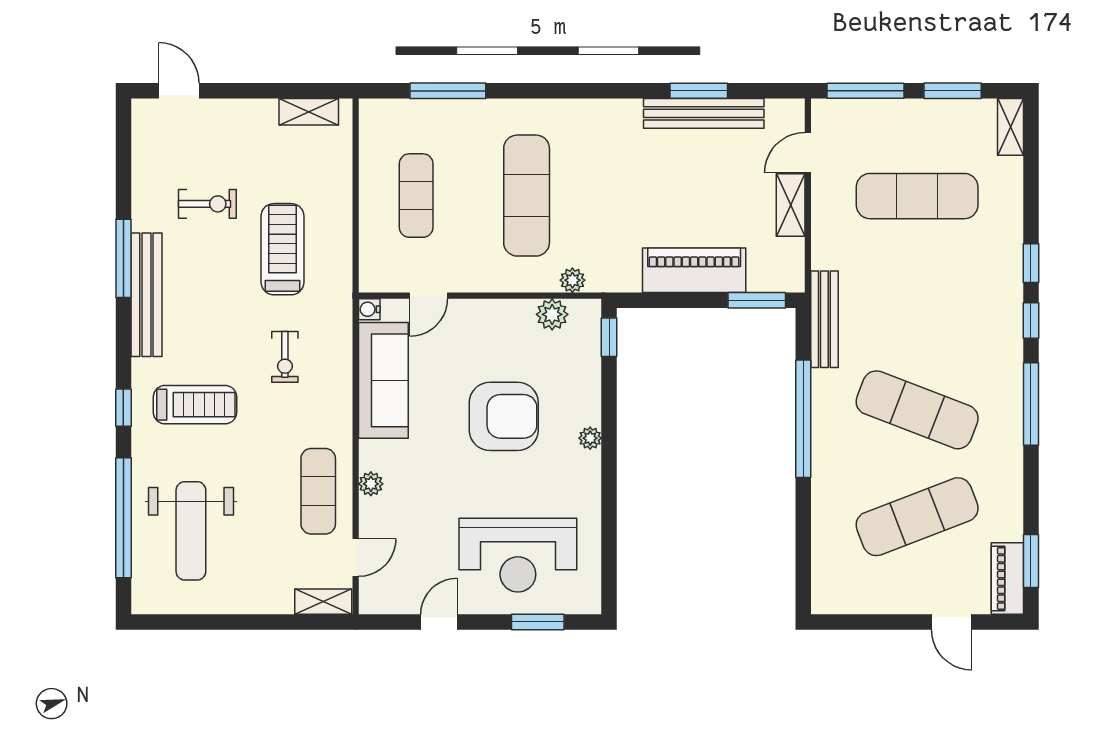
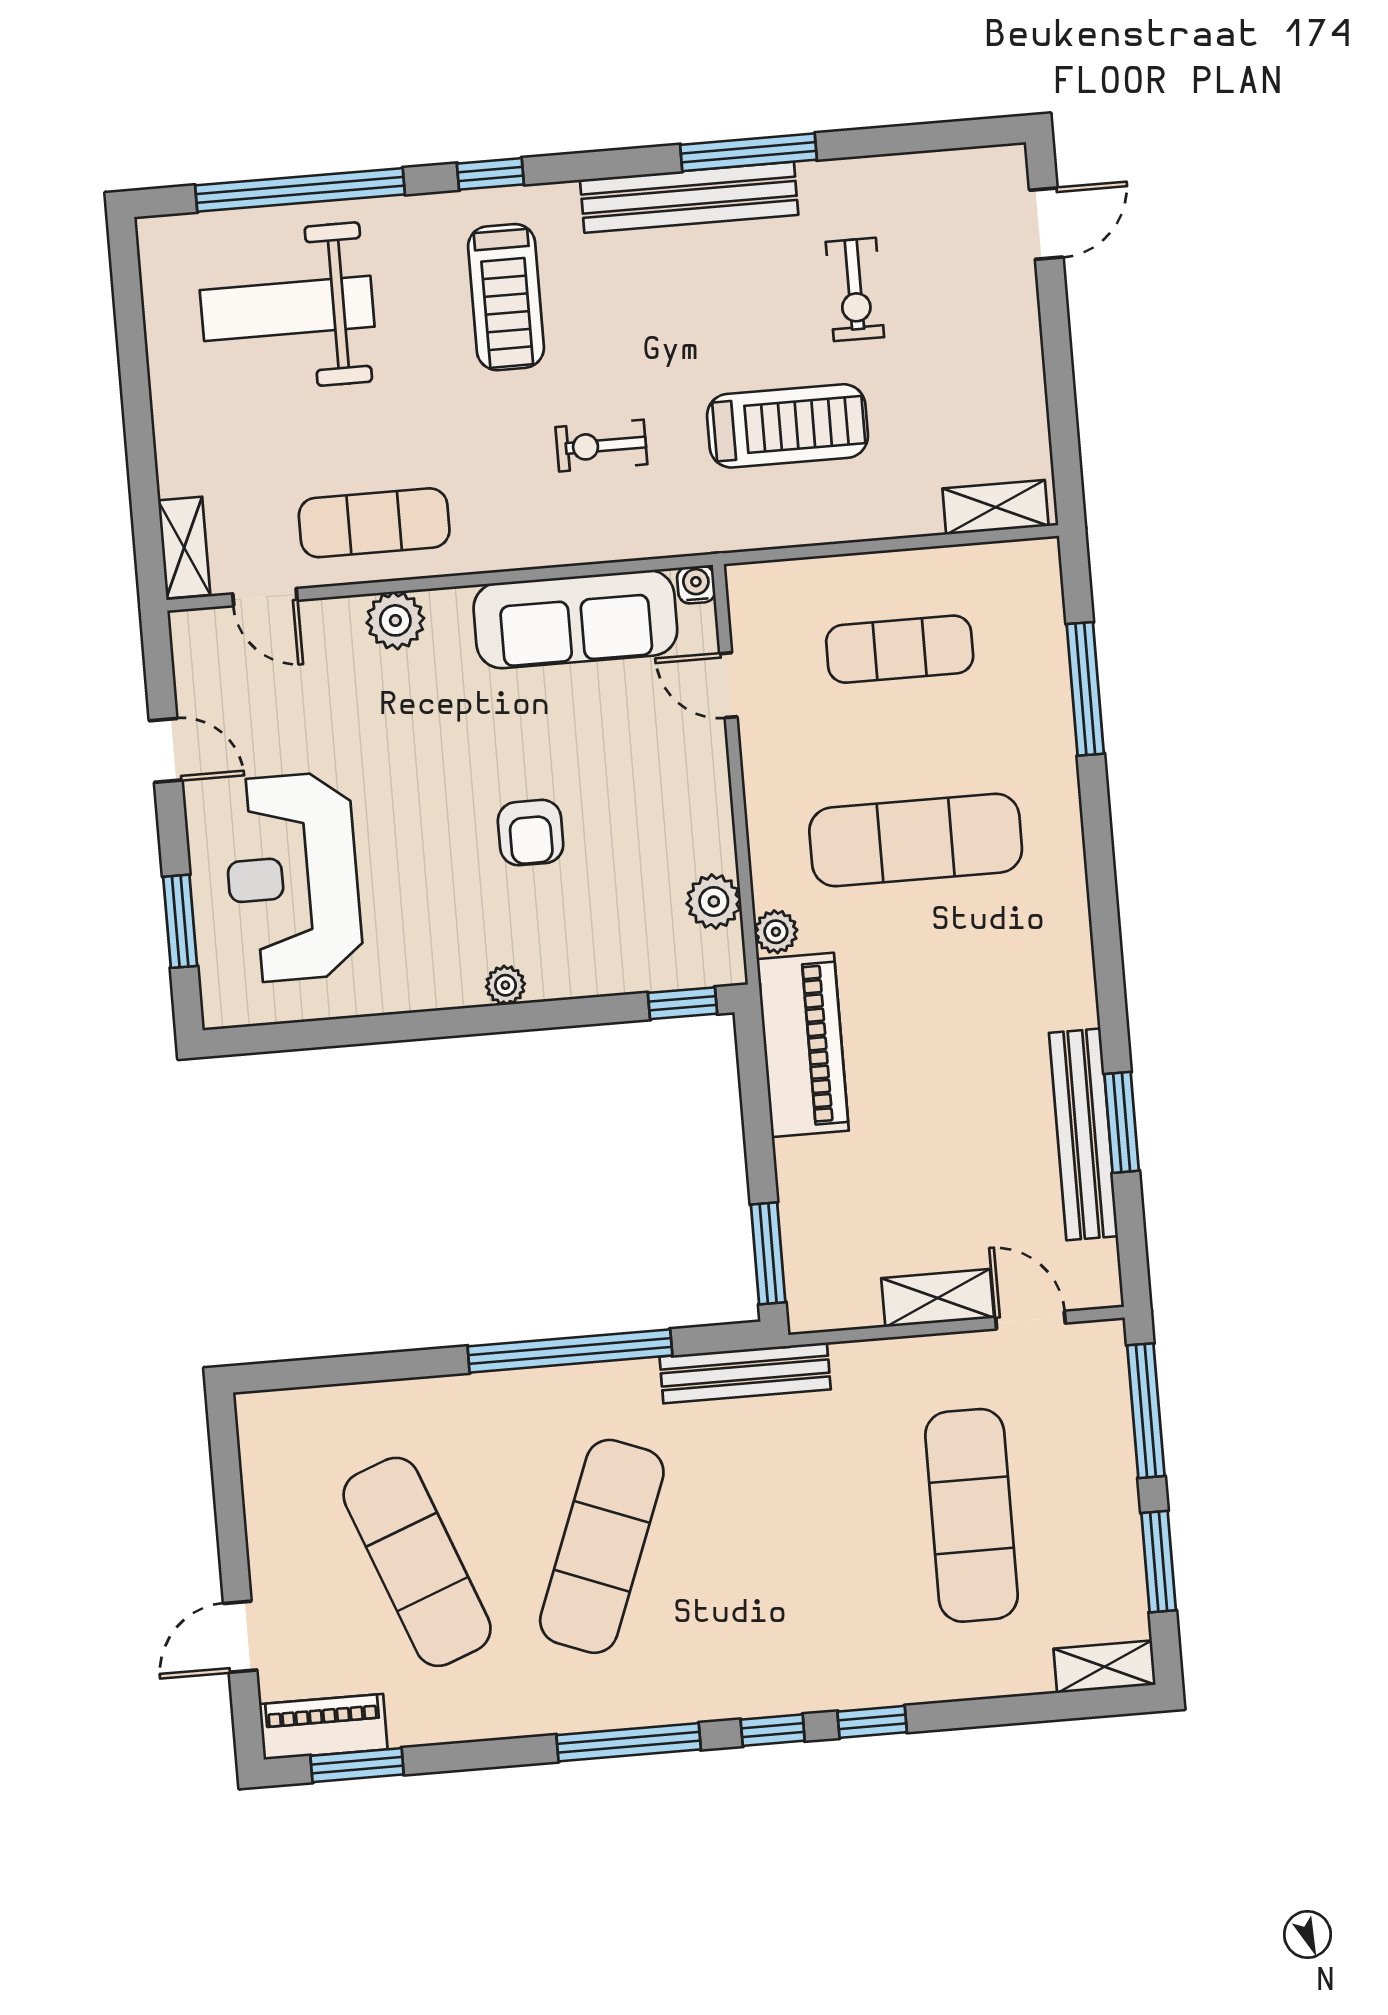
shelving: (309, 112) -> (995, 507), moved, turned 90
piano: (694, 270) -> (803, 1045), moved
armchair: (504, 416) -> (531, 833), width x0.53, depth x0.53
plant: (371, 484) -> (395, 620), width x1.38, depth x1.38

